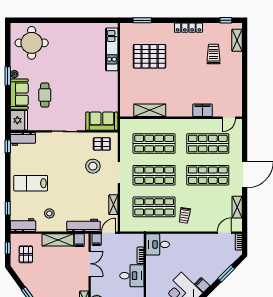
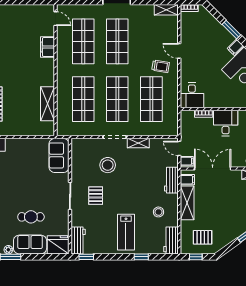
pallet: (102, 144) -> (96, 196), moved
shelving: (113, 205) -> (138, 143), moved
shelving: (237, 207) -> (166, 10), moved
window: (8, 208) -> (141, 257), moved
workbench: (83, 225) -> (171, 180), width x0.73
door: (224, 233) -> (179, 51), moved
double door: (90, 264) -> (213, 169), width x1.37
window: (226, 274) -> (231, 30), moved

